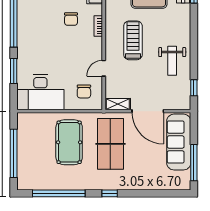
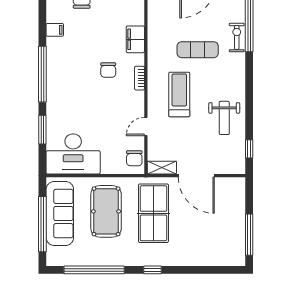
chair: (84, 92) -> (134, 158), moved
sofa: (179, 142) -> (60, 214), moved, turned 180

